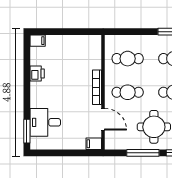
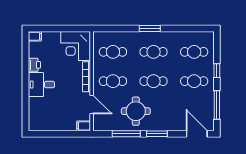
corner desk: (85, 52) -> (76, 46), added
desk: (45, 122) -> (41, 85), moved
window: (27, 131) -> (25, 115), removed

